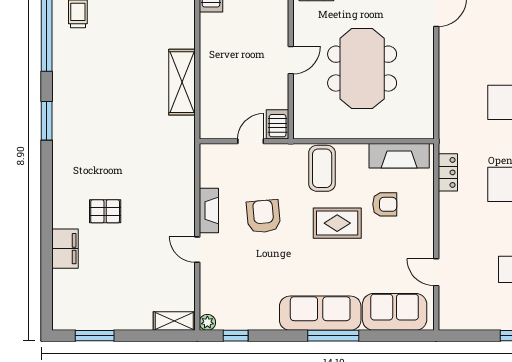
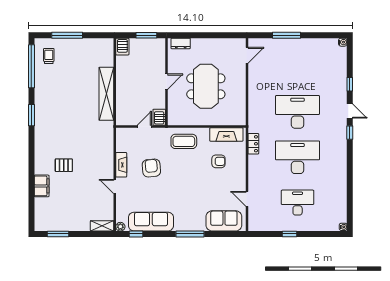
shelving: (182, 82) -> (106, 94), width x1.47
coffee table: (322, 168) -> (184, 141), turned 90
rug: (337, 223) -> (192, 172), removed
sofa: (320, 313) -> (151, 222), moved

